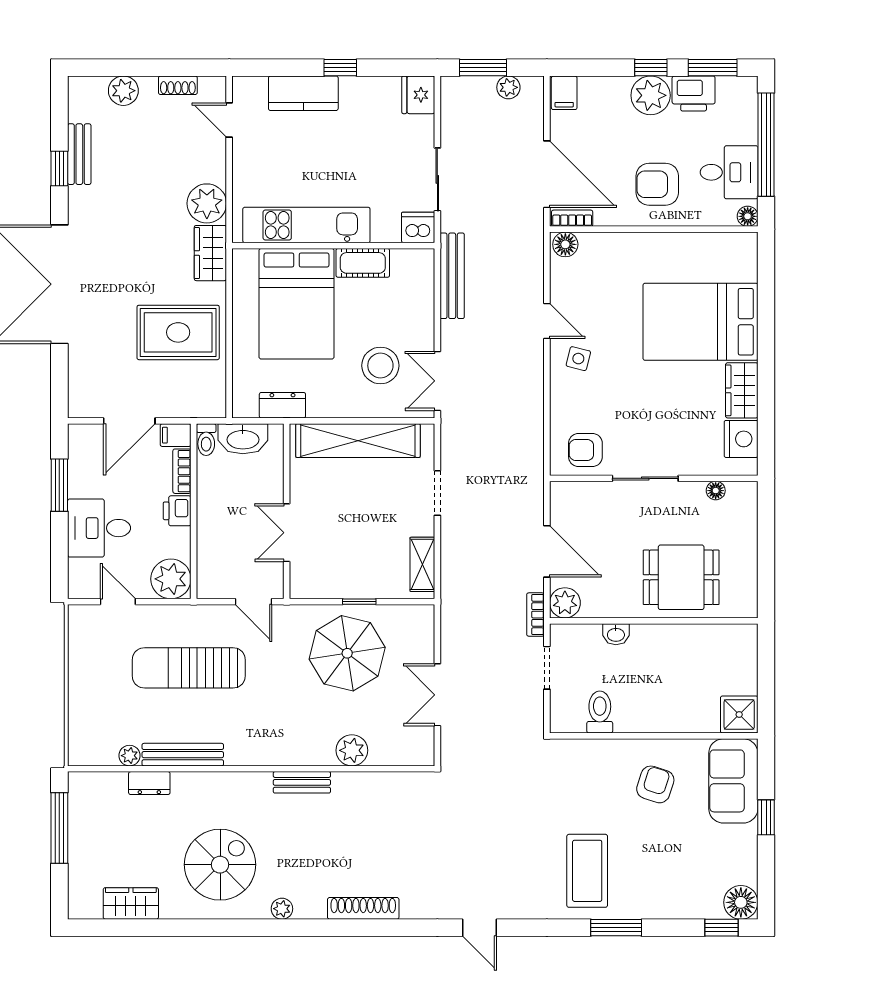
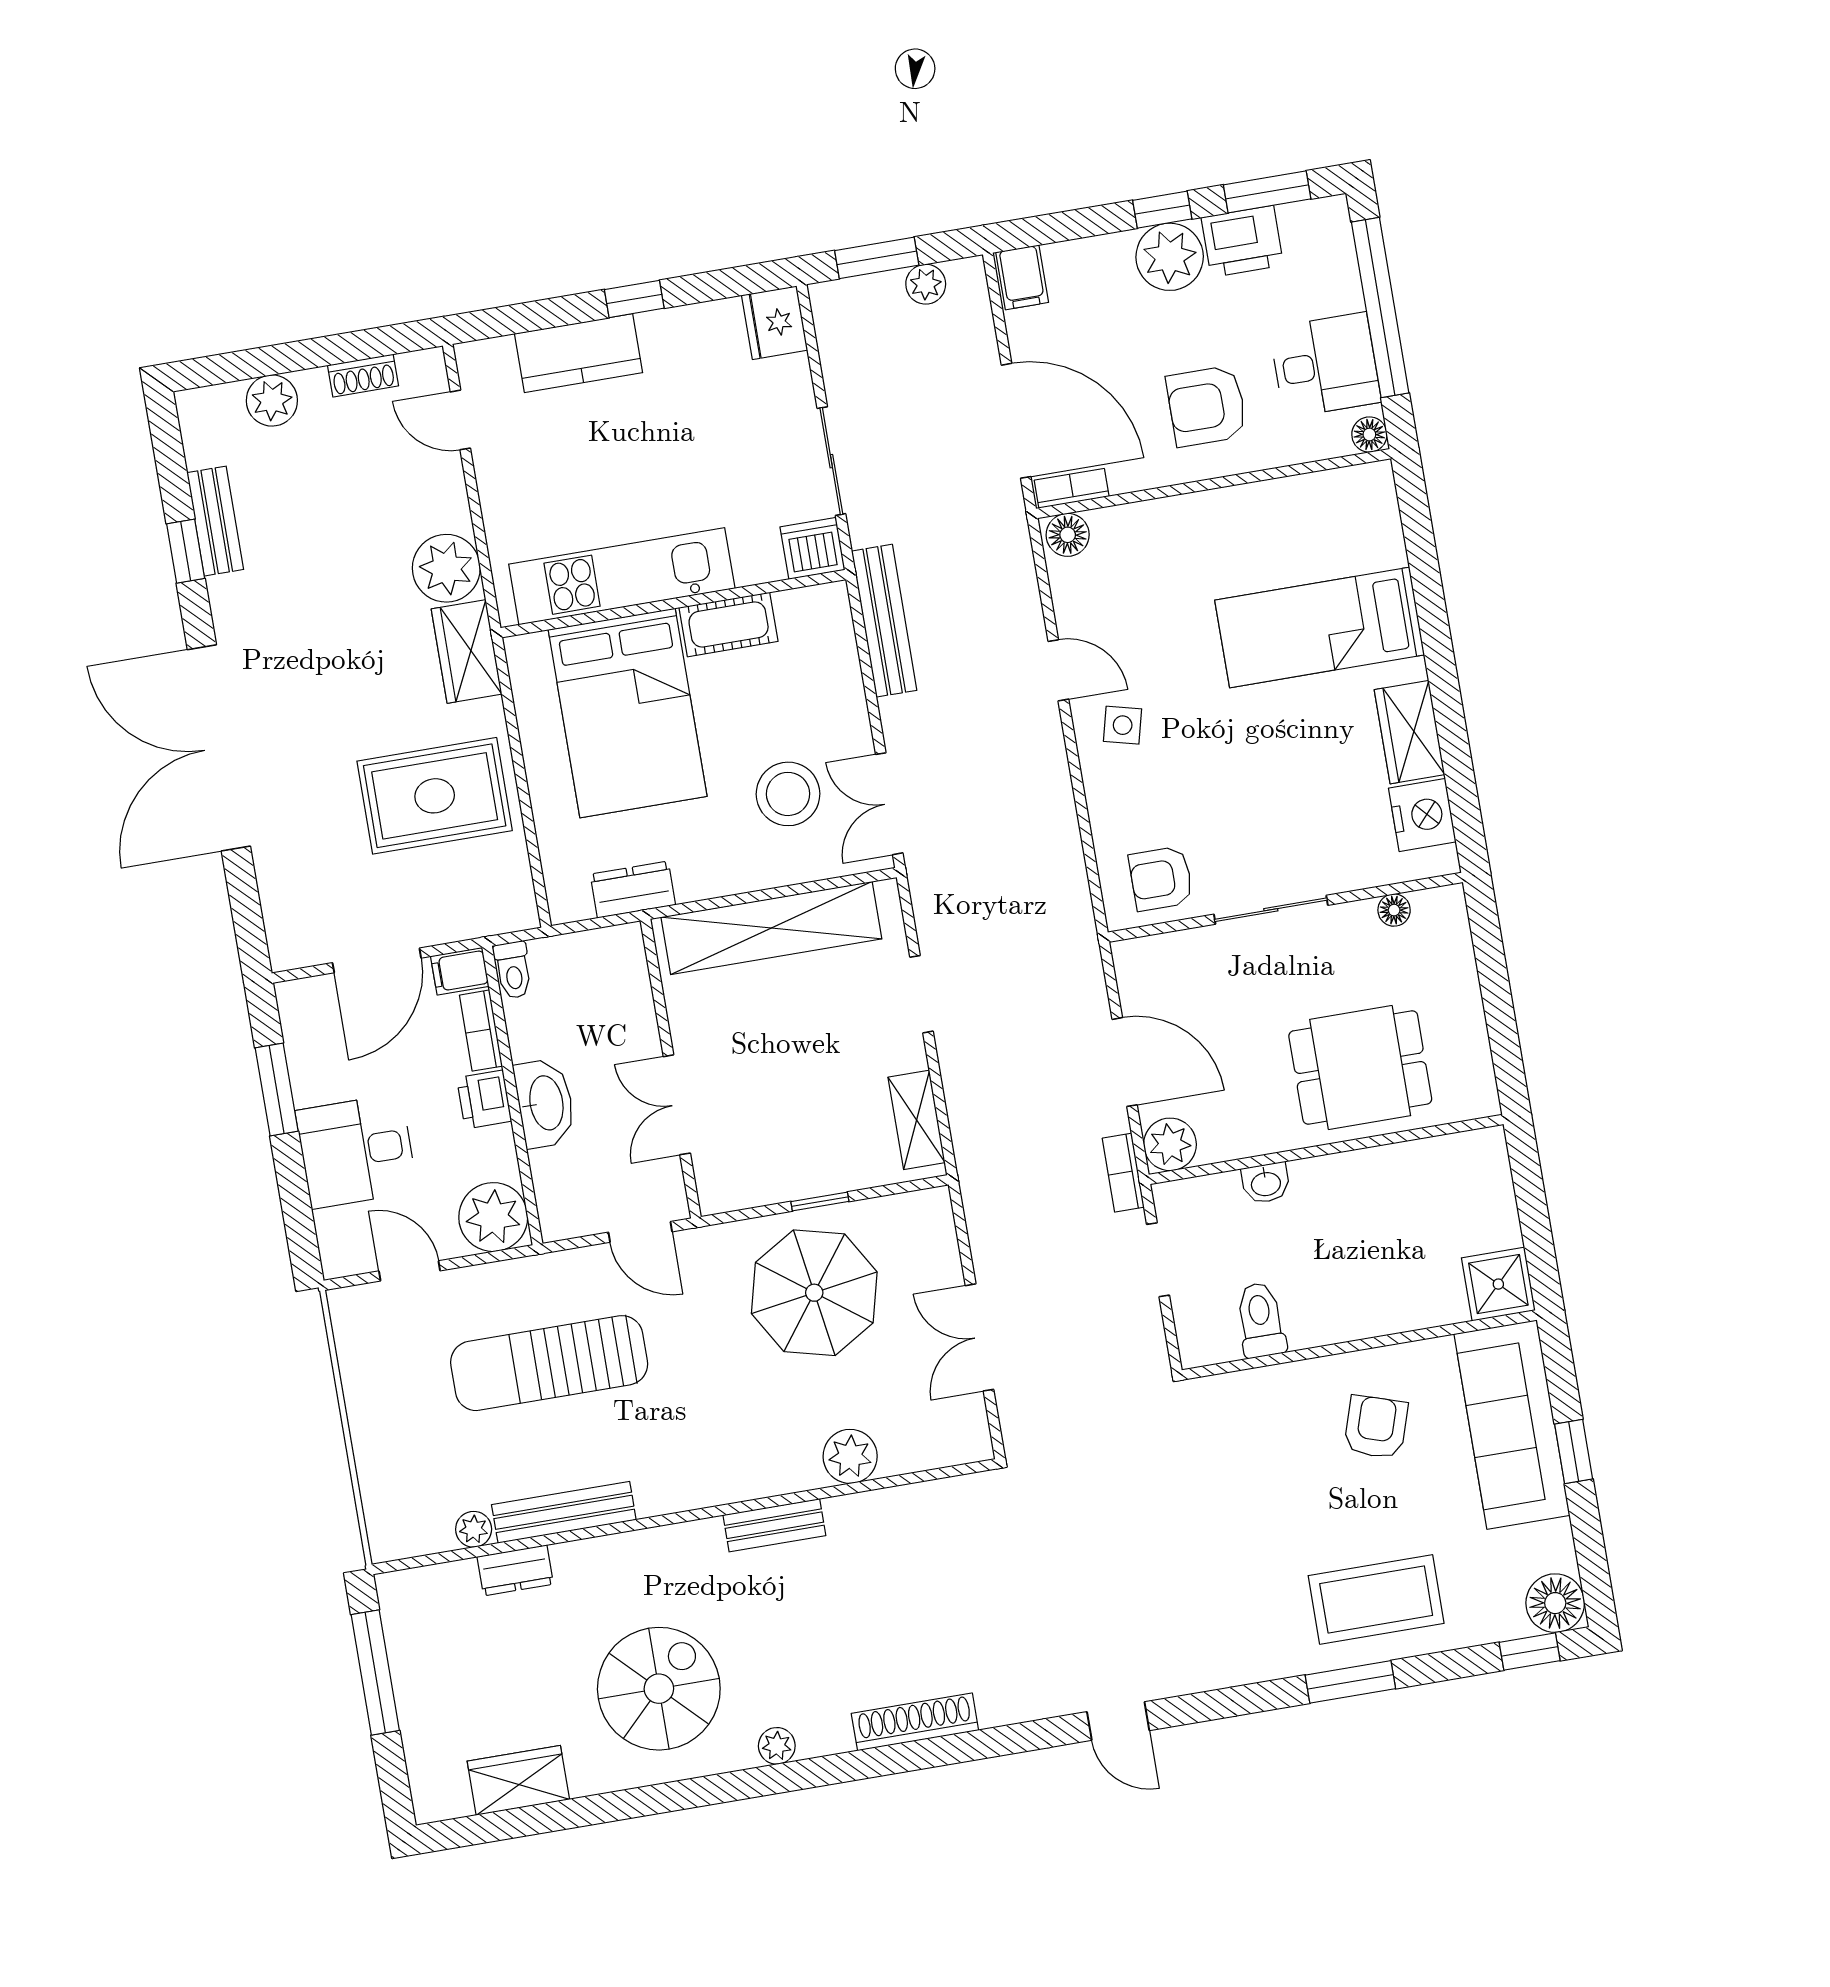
bed: (700, 322) -> (1320, 627), width x0.67
washbasin: (243, 439) -> (545, 1103), moved, turned -90
sofa: (733, 781) -> (1512, 1425), width x1.36
coffee table: (587, 871) -> (1376, 1599), moved, turned 90

